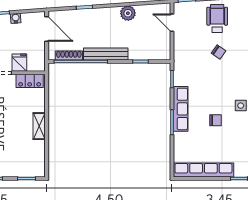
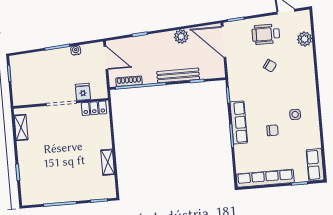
wheelchair: (217, 18) -> (266, 34), turned -90
door: (172, 23) -> (224, 42), width x1.87
bench: (106, 54) -> (178, 75), moved
shelving: (39, 126) -> (108, 162), moved

